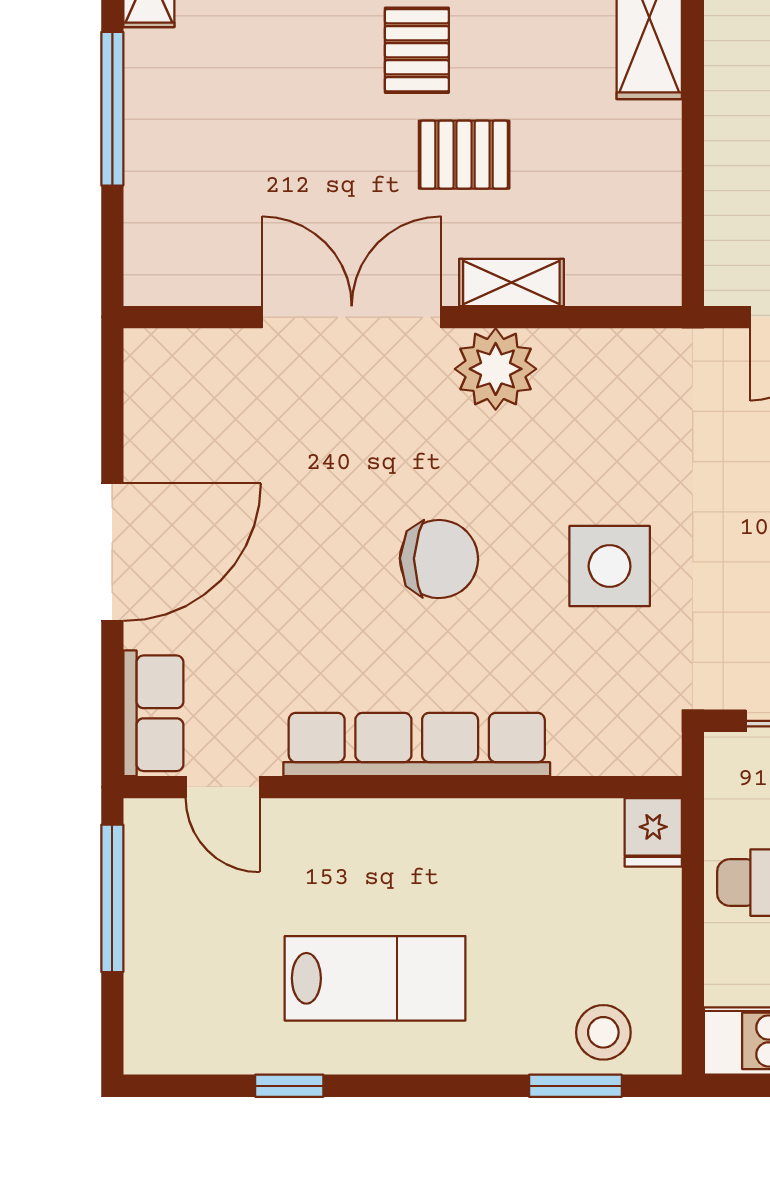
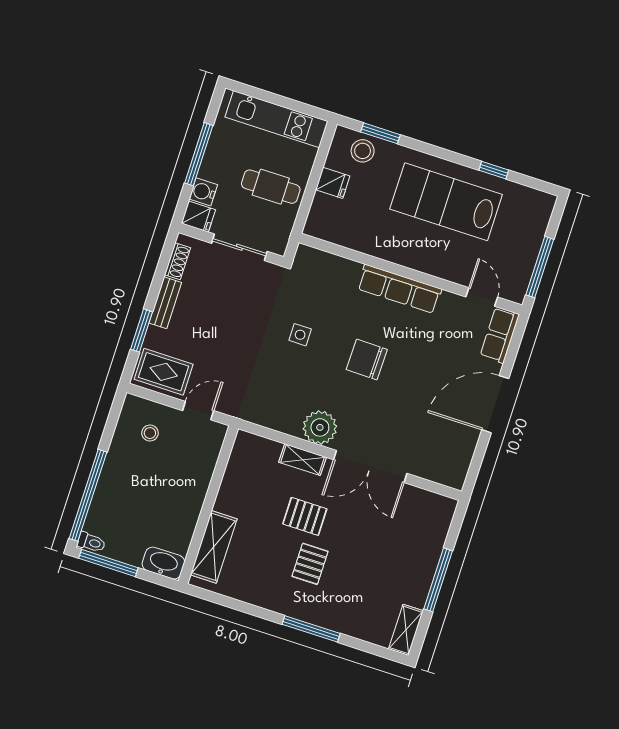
side table: (610, 566) -> (300, 335), width x0.54, depth x0.54
row of seats: (417, 744) -> (399, 289), width x0.73
fridge: (653, 832) -> (333, 183), moved, turned 90
lab bench: (375, 978) -> (446, 202), width x1.36, depth x1.39

